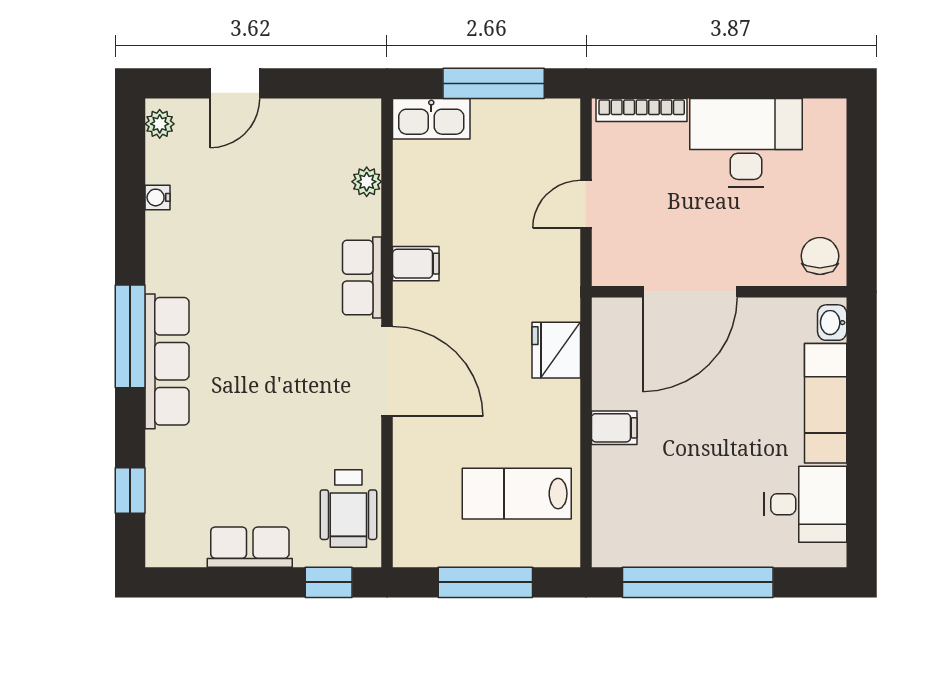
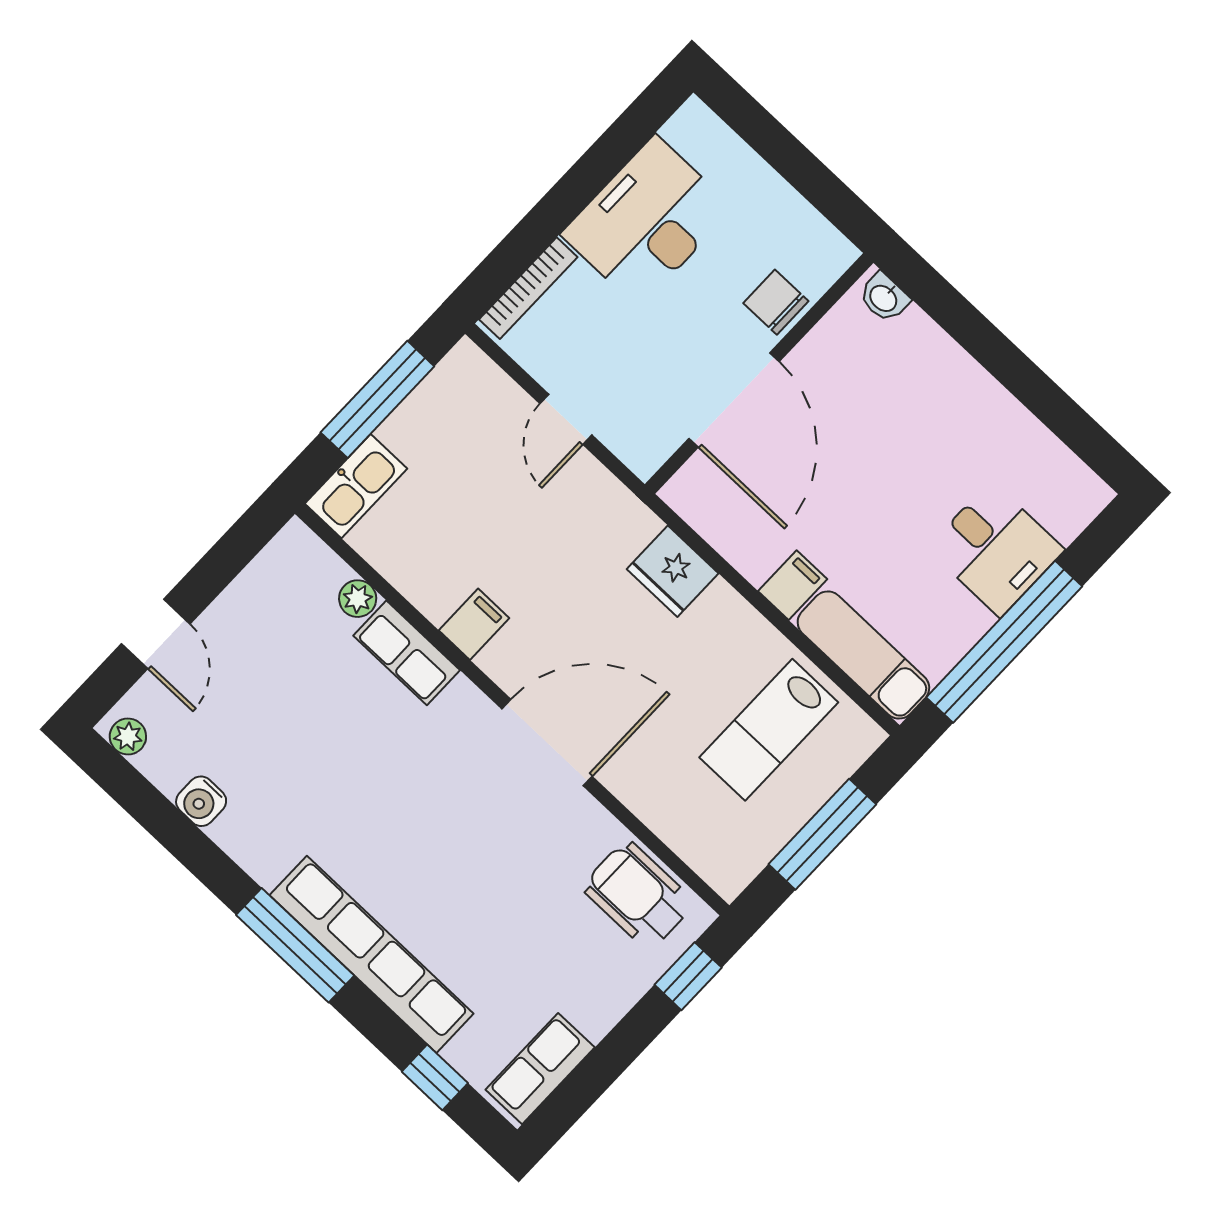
water cooler: (158, 197) -> (201, 801), width x1.38, depth x1.38
chair: (820, 256) -> (776, 302), moved
row of seats: (362, 278) -> (407, 653), moved
row of seats: (167, 361) -> (372, 954), width x1.36
exam couch: (826, 403) -> (863, 655), moved, turned 180
desk: (805, 504) -> (996, 549), moved, turned 90
wheelchair: (348, 508) -> (638, 895), turned 180
row of seats: (250, 547) -> (540, 1069), moved

